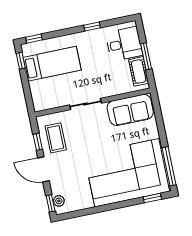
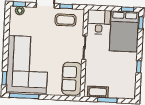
desk: (124, 44) -> (99, 22), moved, turned 180
bed: (52, 64) -> (124, 31), width x1.50

